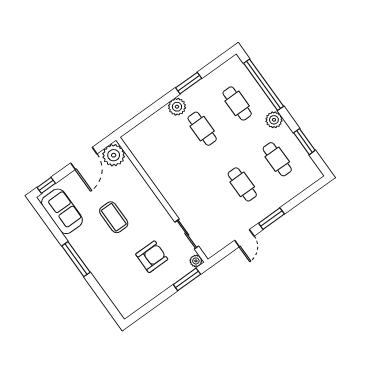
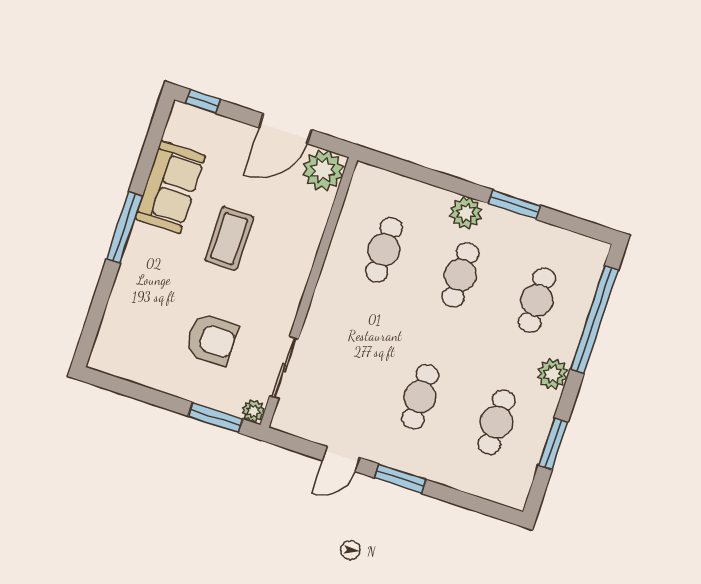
cafe table: (167, 154) -> (384, 250), added
sofa: (62, 211) -> (170, 187), moved

